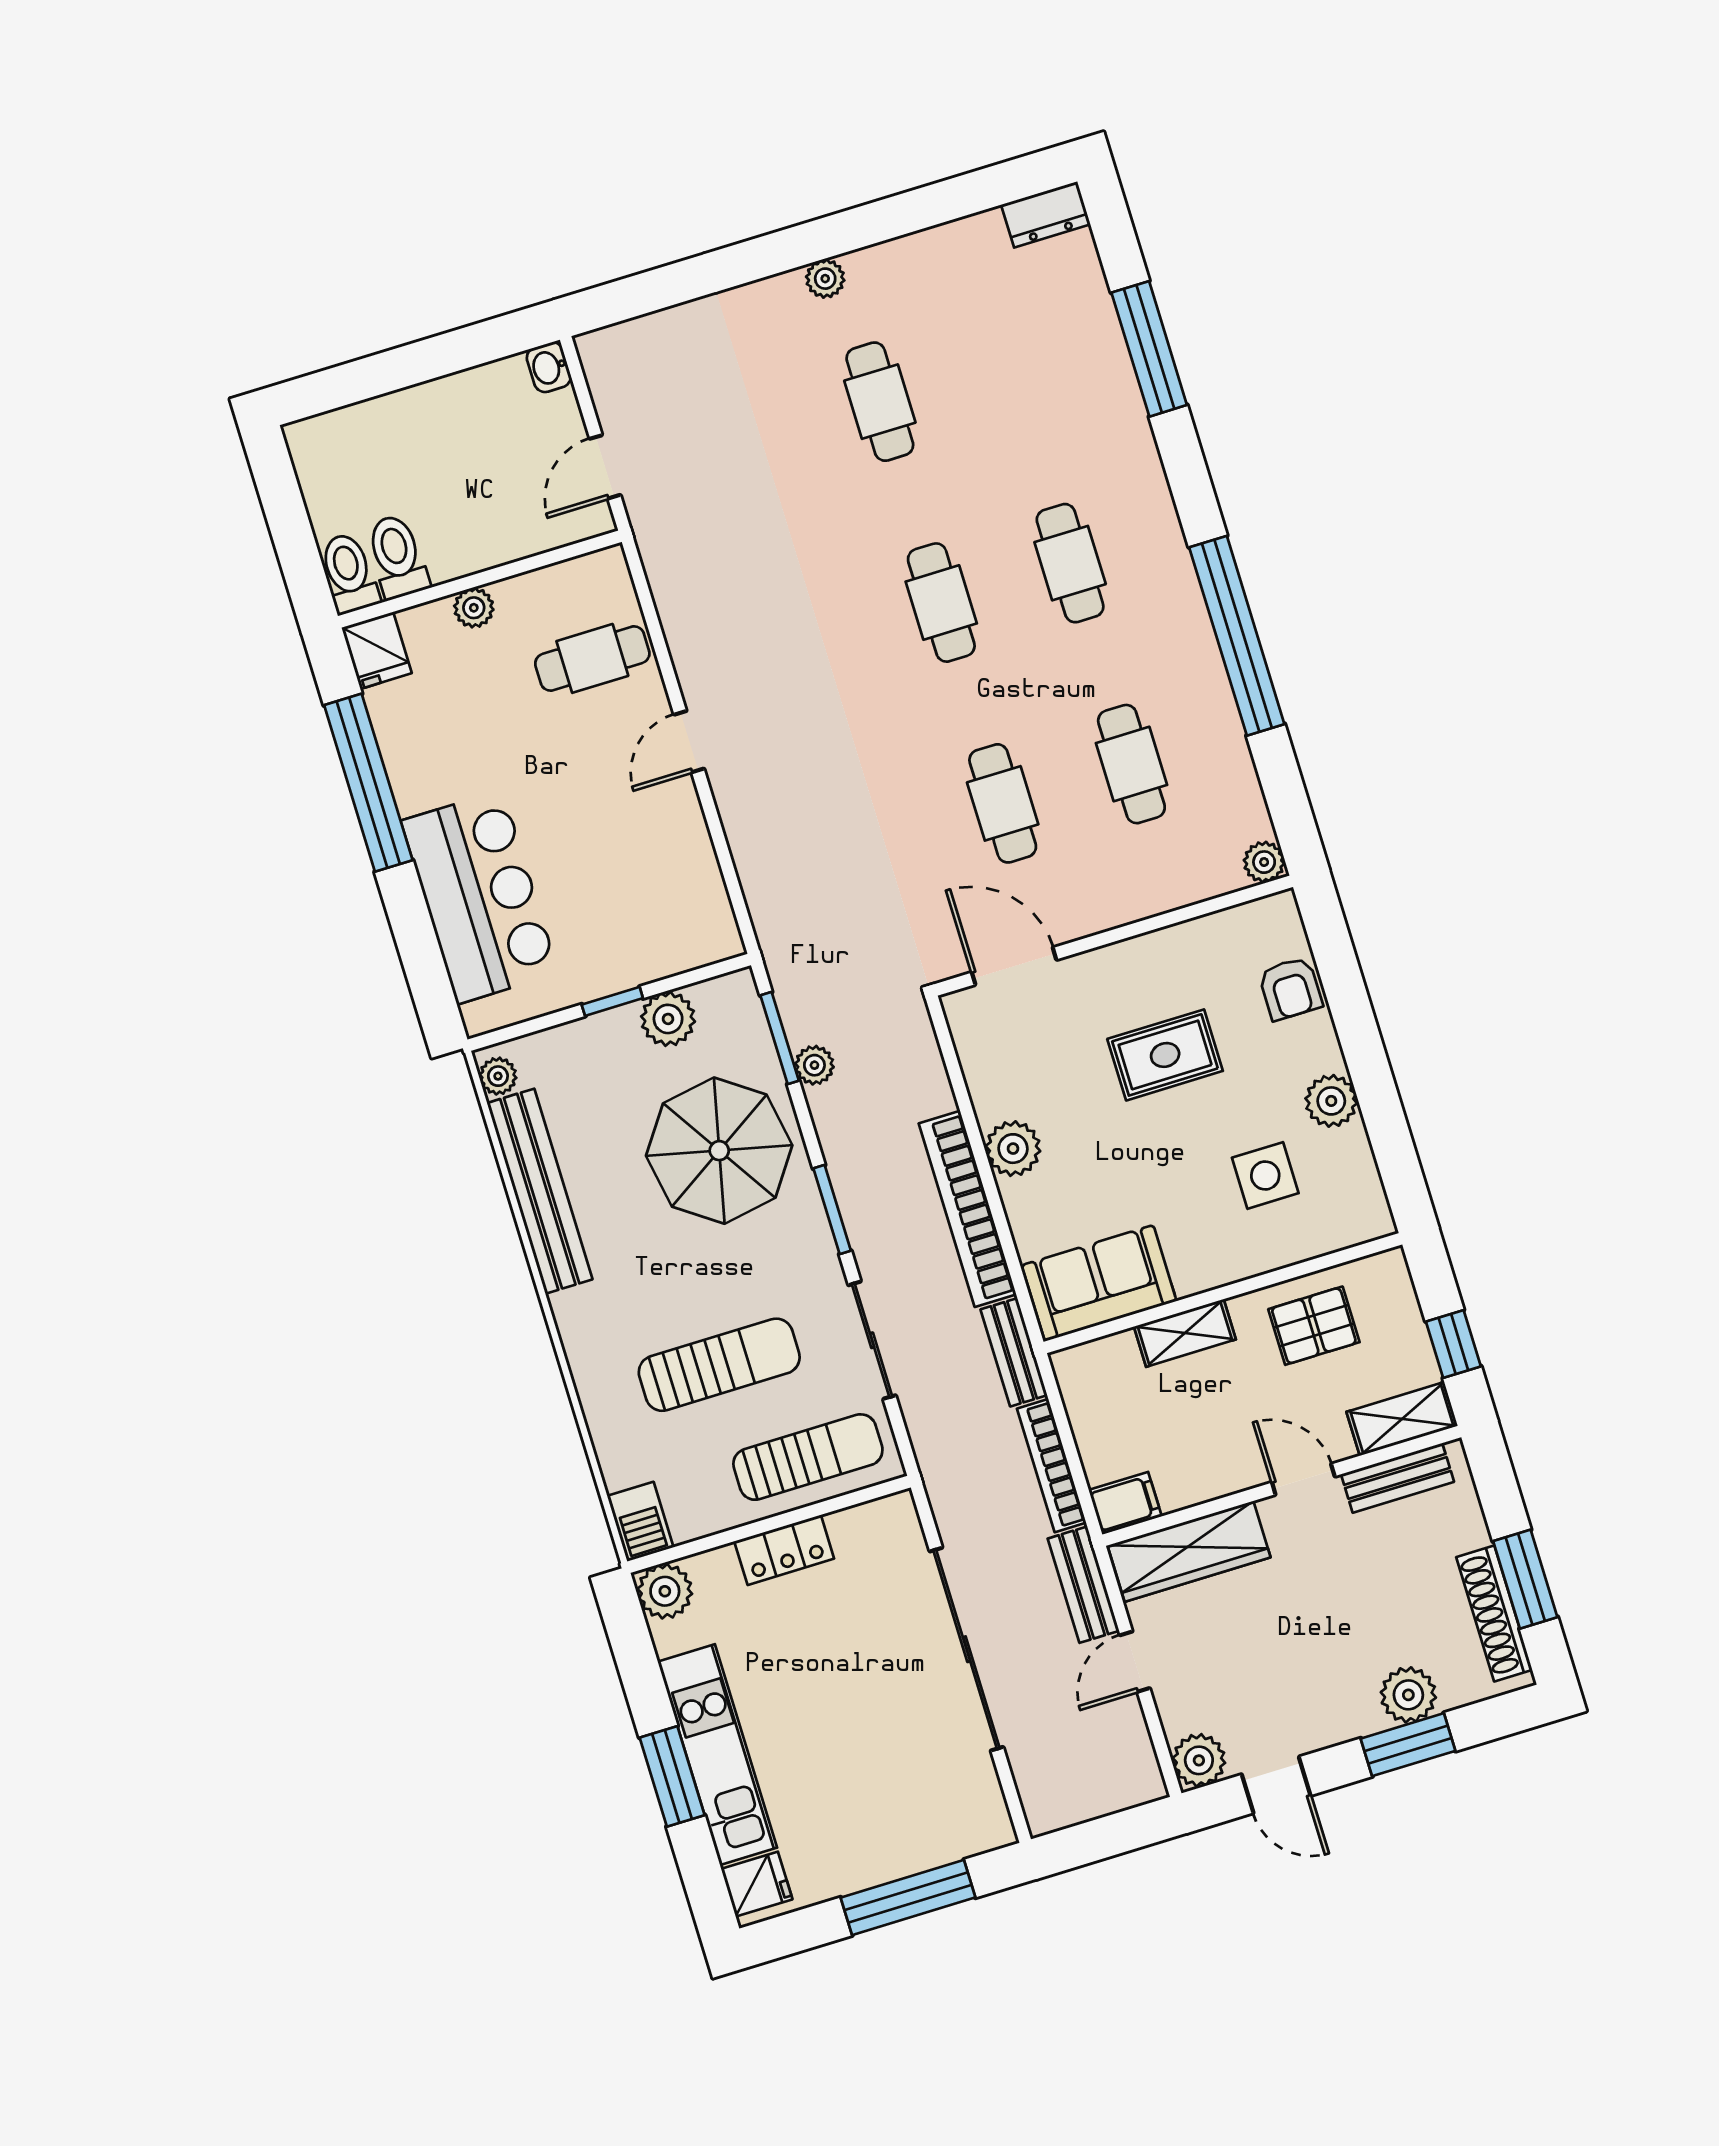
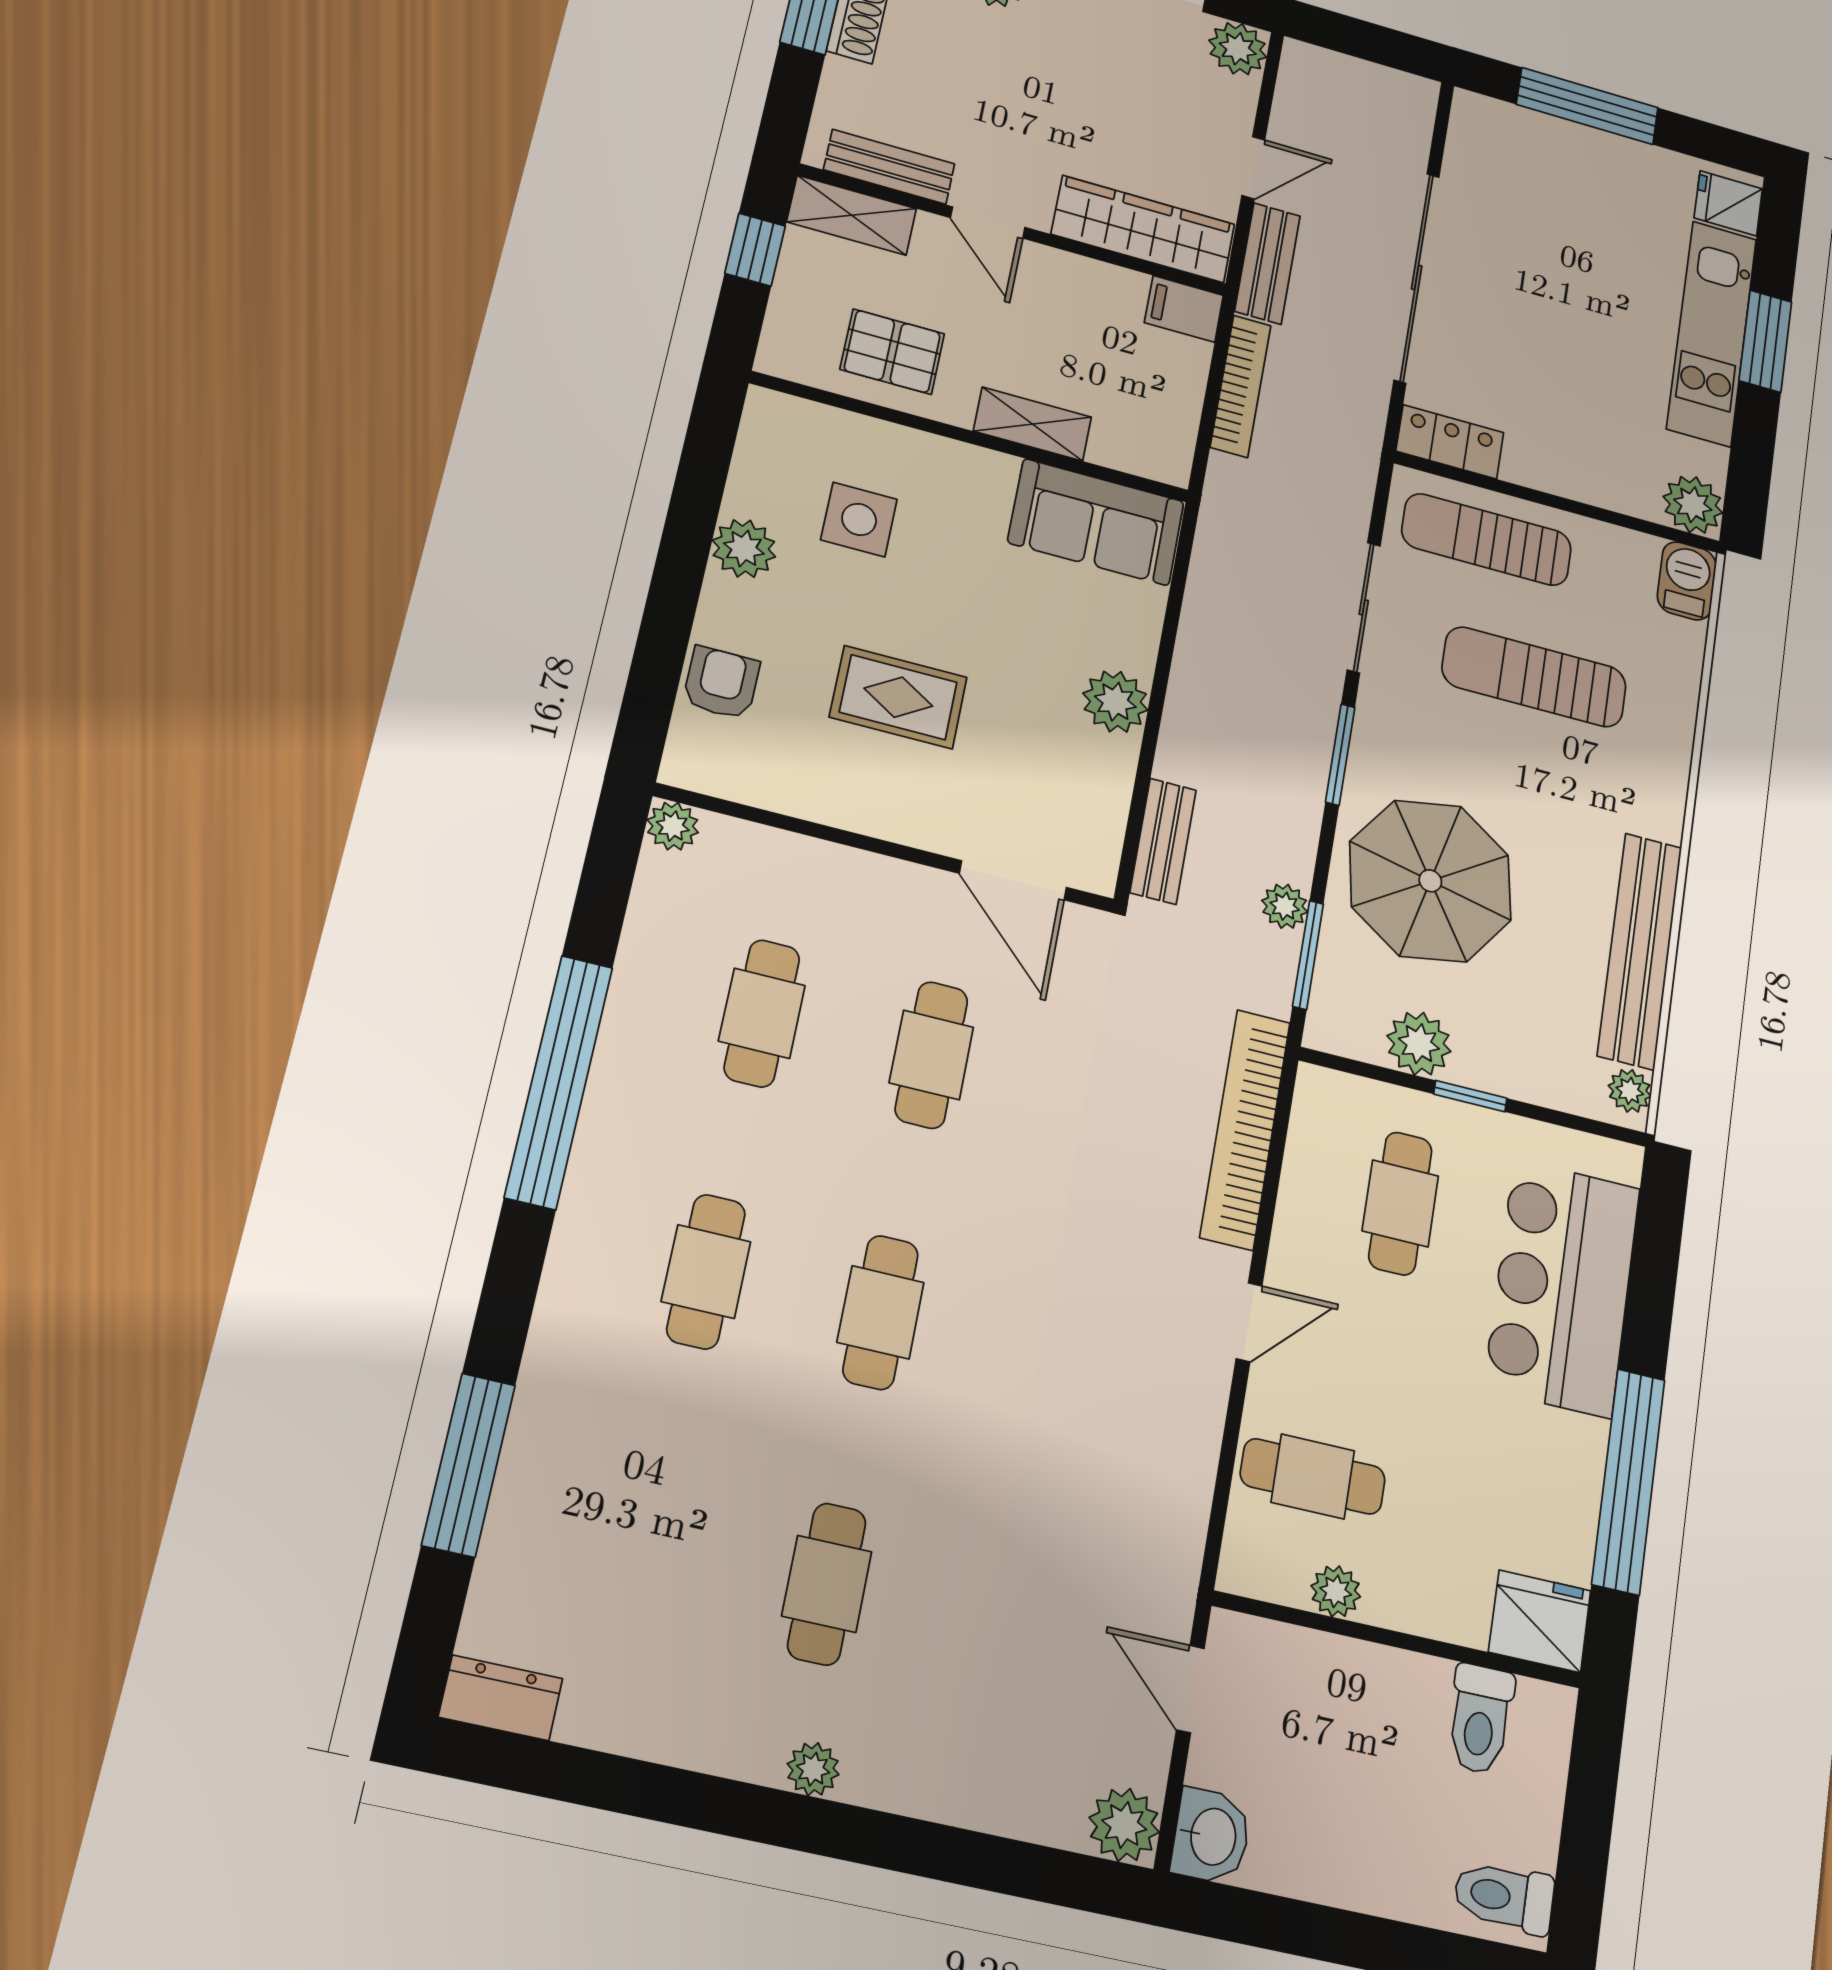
plant: (605, 354) -> (1124, 1825), added
washbasin: (549, 367) -> (1211, 1836), width x1.38, depth x1.45
door: (605, 467) -> (1190, 1689), swing flipped
toilet: (349, 573) -> (1504, 1897), moved, turned 90
plant: (474, 608) -> (1336, 1591), moved
fridge: (377, 650) -> (1540, 1621), width x1.38
cafe table: (625, 891) -> (1400, 1203), added
bookcase: (968, 1209) -> (1245, 1129), moved, turned 180
bench: (1014, 1352) -> (1163, 841), moved
locker: (784, 1550) -> (1450, 442), moved

